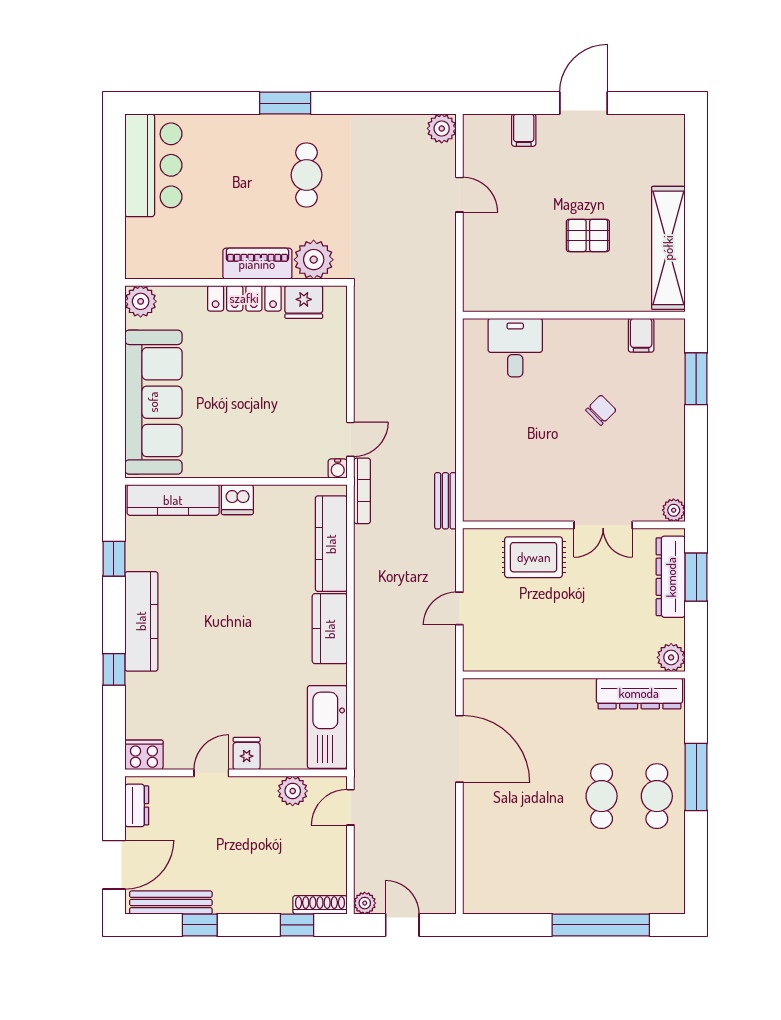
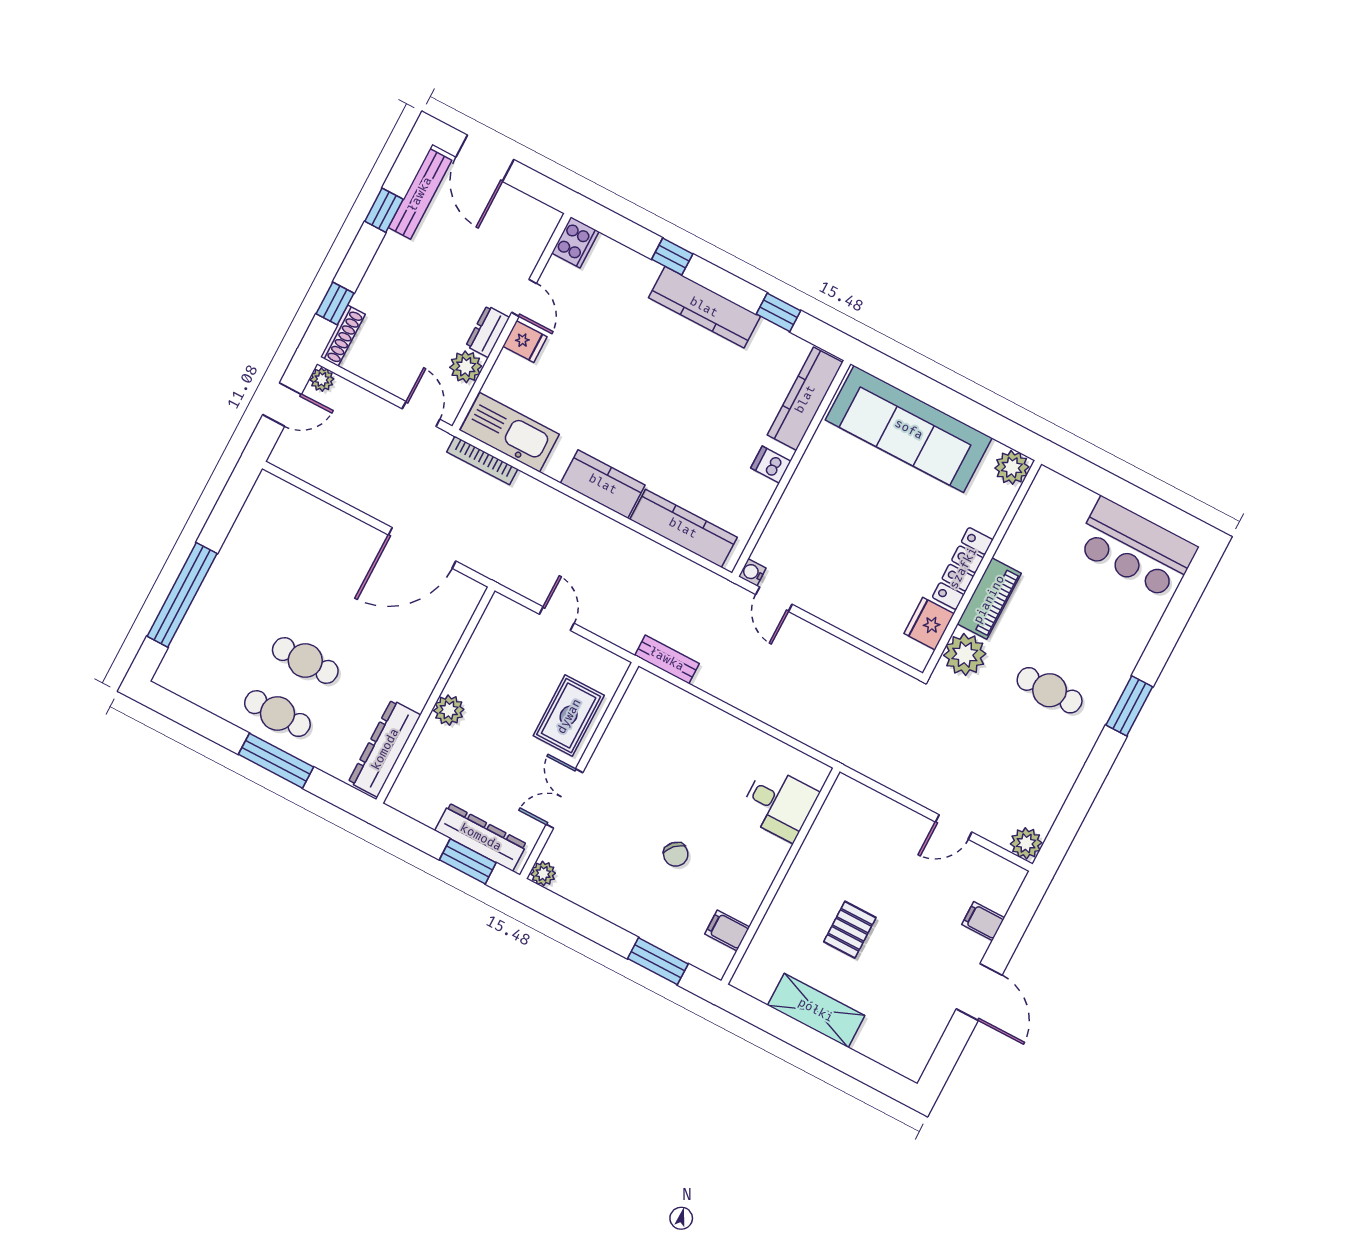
shelving: (668, 248) -> (816, 1010), width x0.68
bookcase: (362, 491) -> (482, 460), moved
dishwasher: (237, 500) -> (771, 465), width x0.73
plant: (671, 657) -> (449, 710), moved
dresser: (137, 805) -> (488, 332), moved, turned 90

